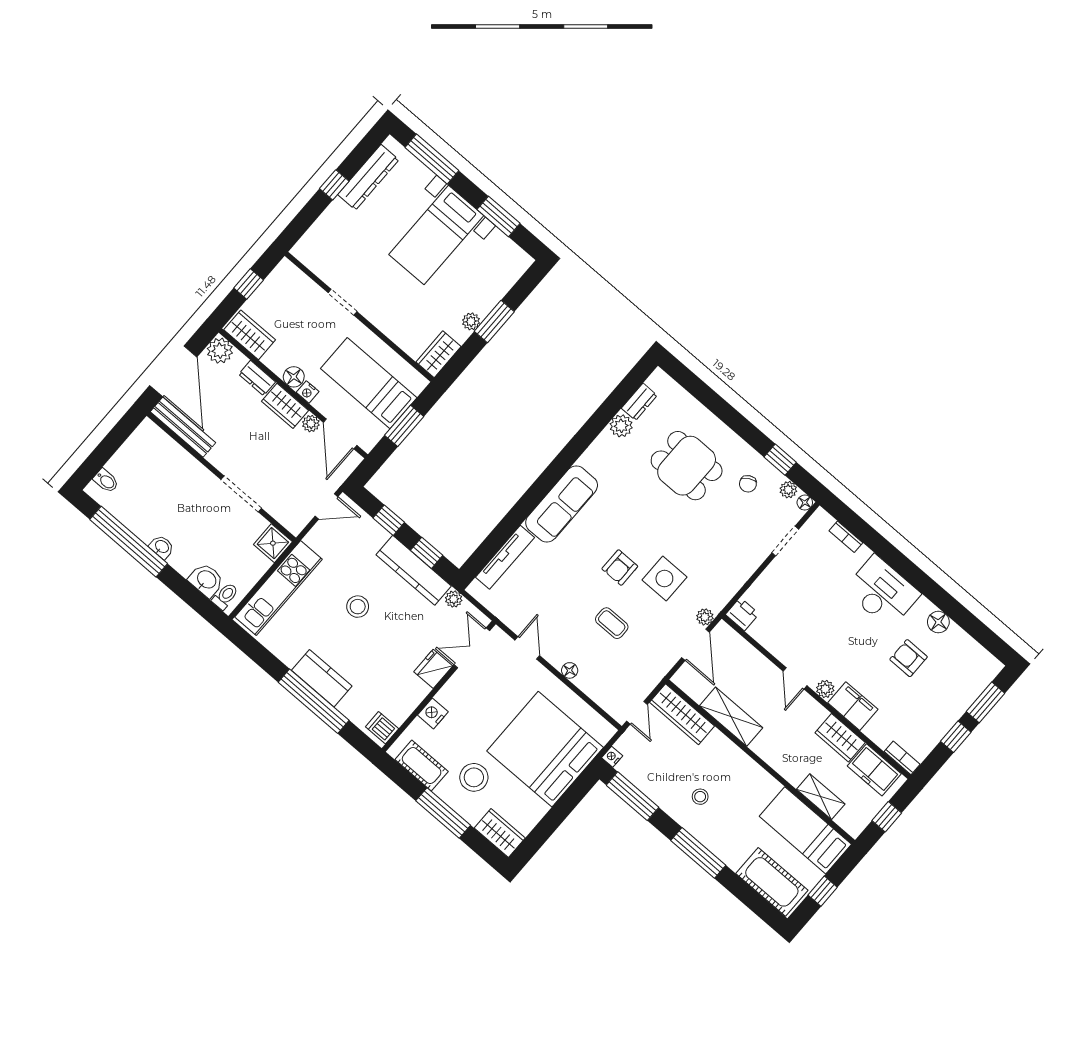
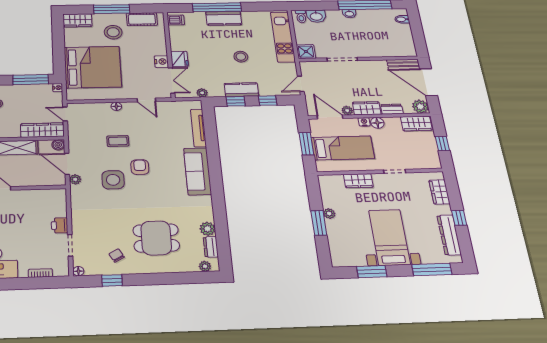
wardrobe: (321, 233) -> (440, 192), added
wardrobe: (439, 354) -> (358, 181), moved, turned 90
bench: (183, 427) -> (403, 64), width x0.73
plant: (788, 490) -> (205, 266), moved
kitchen counter: (414, 570) -> (241, 90), width x0.67
printer: (742, 614) -> (60, 225), moved, turned 90
boiler: (682, 679) -> (58, 145), added
nightstand: (433, 713) -> (161, 62), moved

